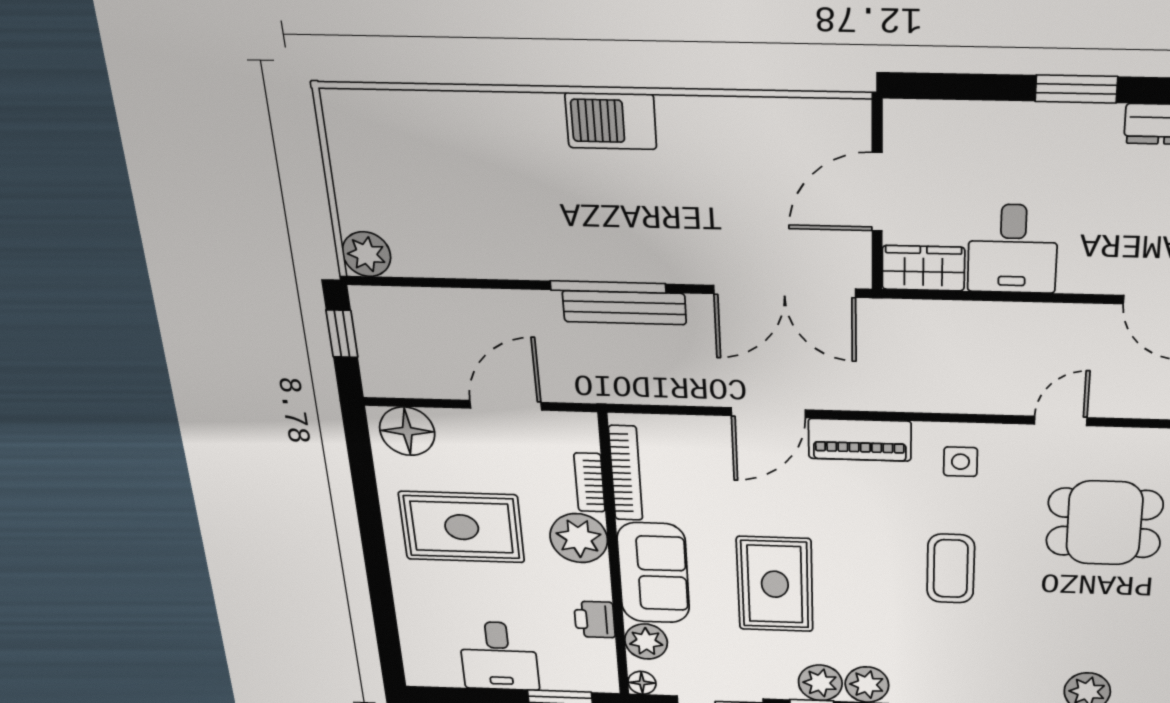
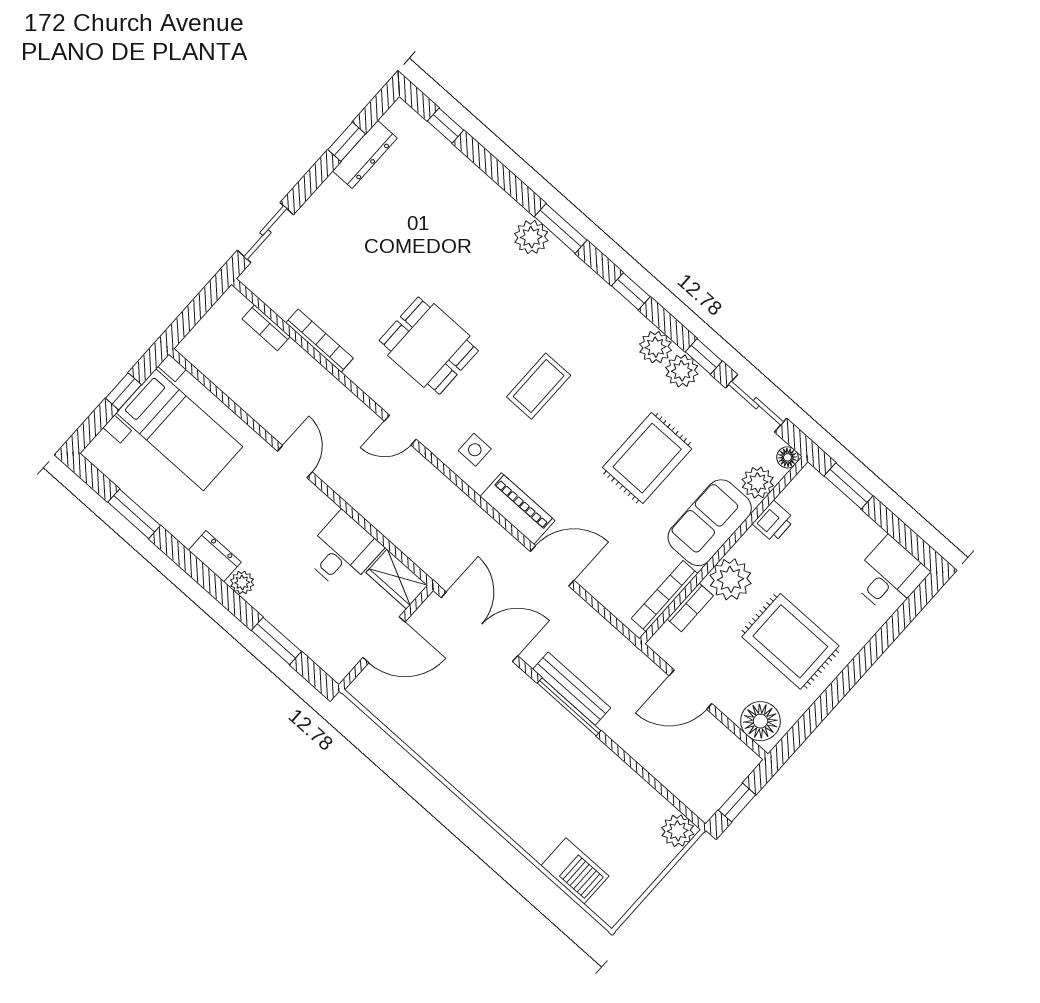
window: (1076, 89) -> (276, 641), moved
barbecue: (611, 121) -> (575, 871), moved
plant: (1103, 121) -> (242, 583), added
desk: (499, 656) -> (889, 576), moved

